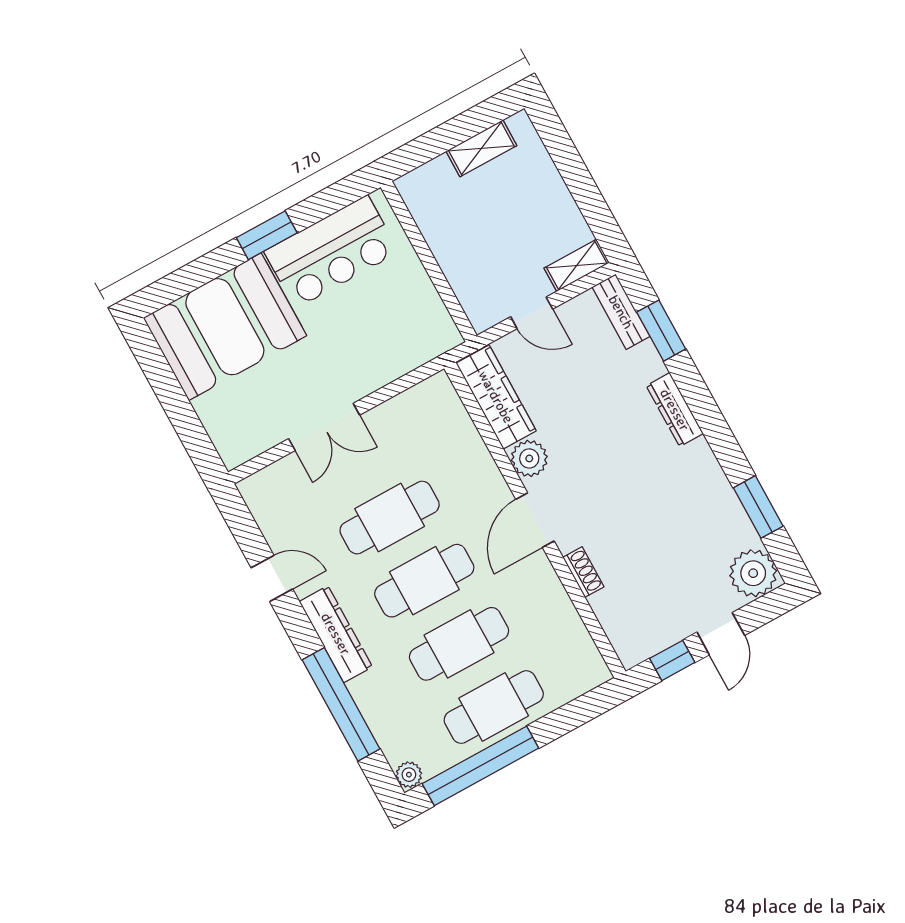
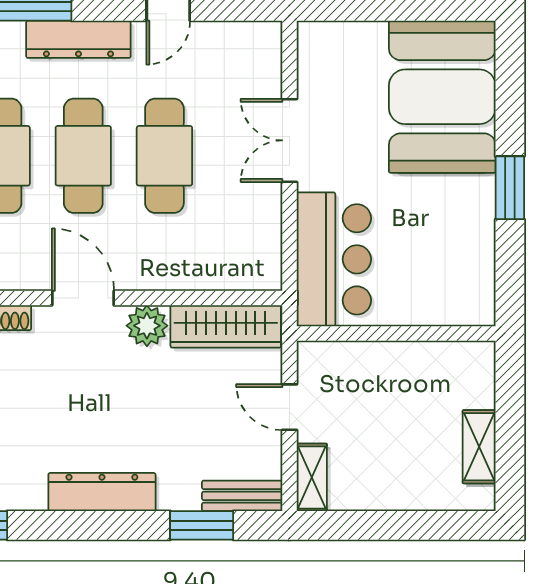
bar counter: (331, 252) -> (334, 259), moved, turned 180
door: (532, 313) -> (289, 407), hinge flipped
dresser: (675, 410) -> (102, 492), width x1.37, depth x1.24

